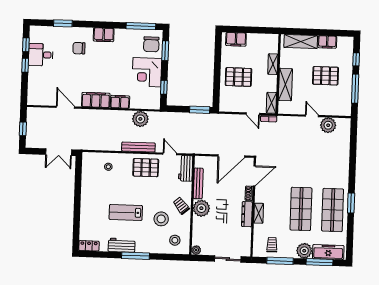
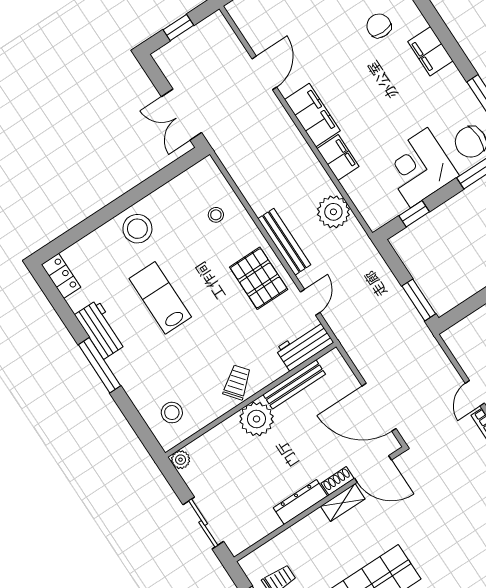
shelving: (259, 213) -> (343, 503), moved
stool: (161, 219) -> (137, 229), moved

